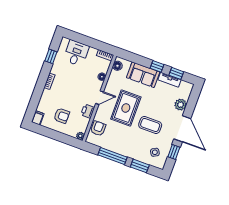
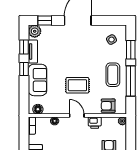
plant: (180, 105) -> (35, 31), moved
rug: (126, 108) -> (77, 85), width x0.73, depth x0.70
coffee table: (150, 125) -> (113, 75), moved
window: (174, 152) -> (45, 20), moved

